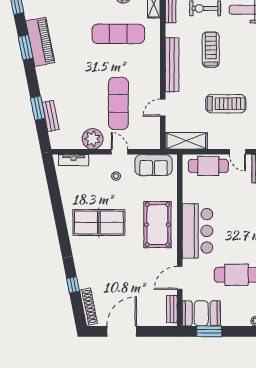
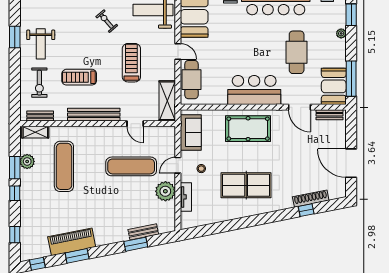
door: (237, 152) -> (178, 51), hinge flipped
tv unit: (74, 160) -> (186, 197), moved
table tennis table: (99, 222) -> (246, 185), turned 90
shoe rack: (88, 307) -> (311, 199), moved
window: (209, 331) -> (351, 79), width x1.44

